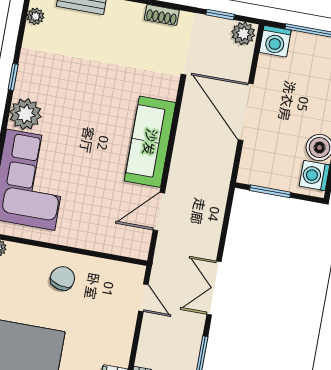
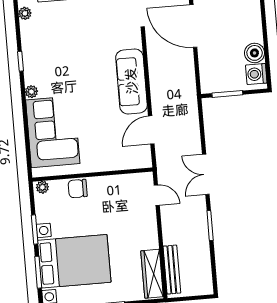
door: (246, 112) -> (193, 26), moved
plant: (25, 114) -> (31, 92), width x0.53, depth x0.53
chair: (63, 278) -> (78, 189), moved, turned -104

